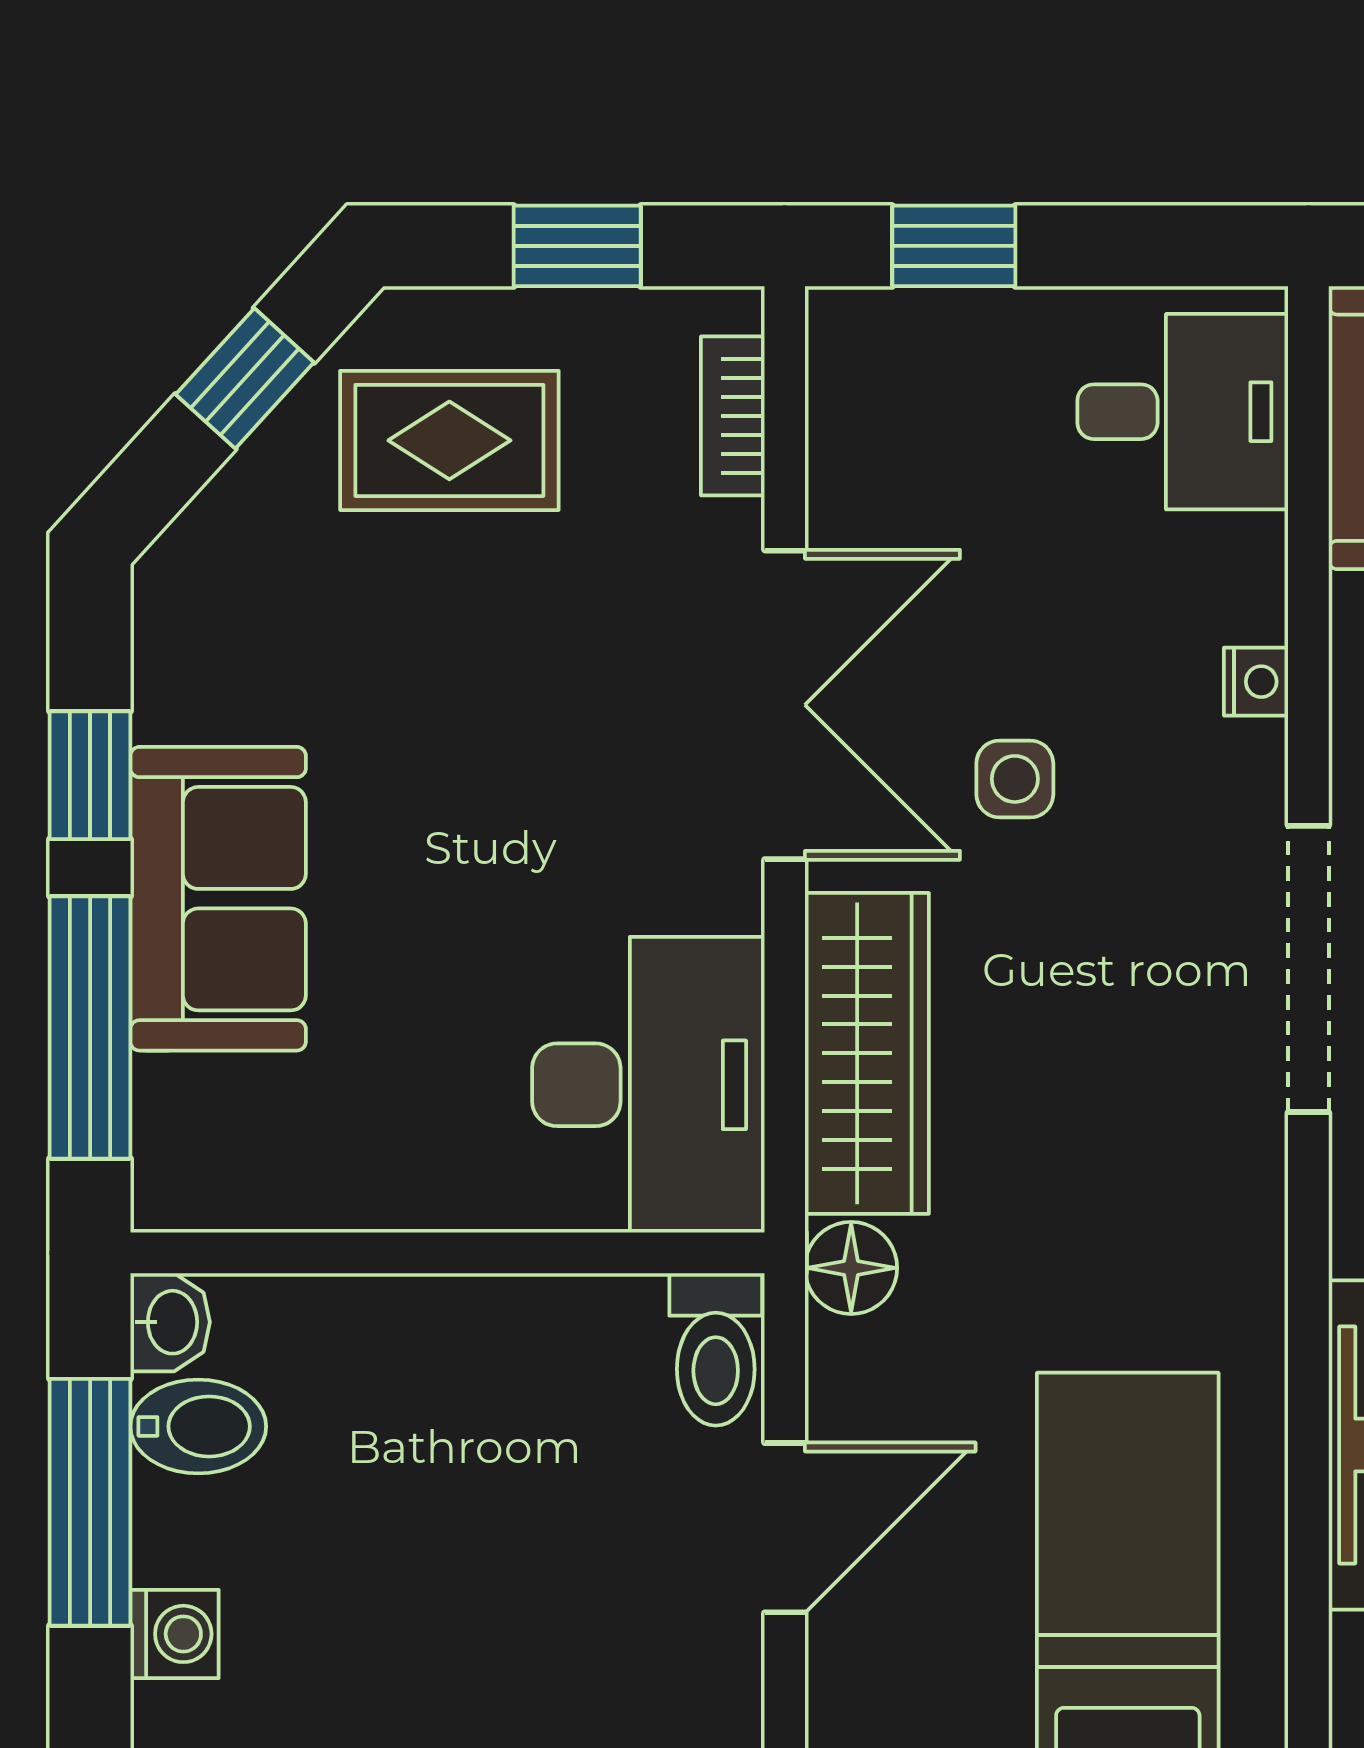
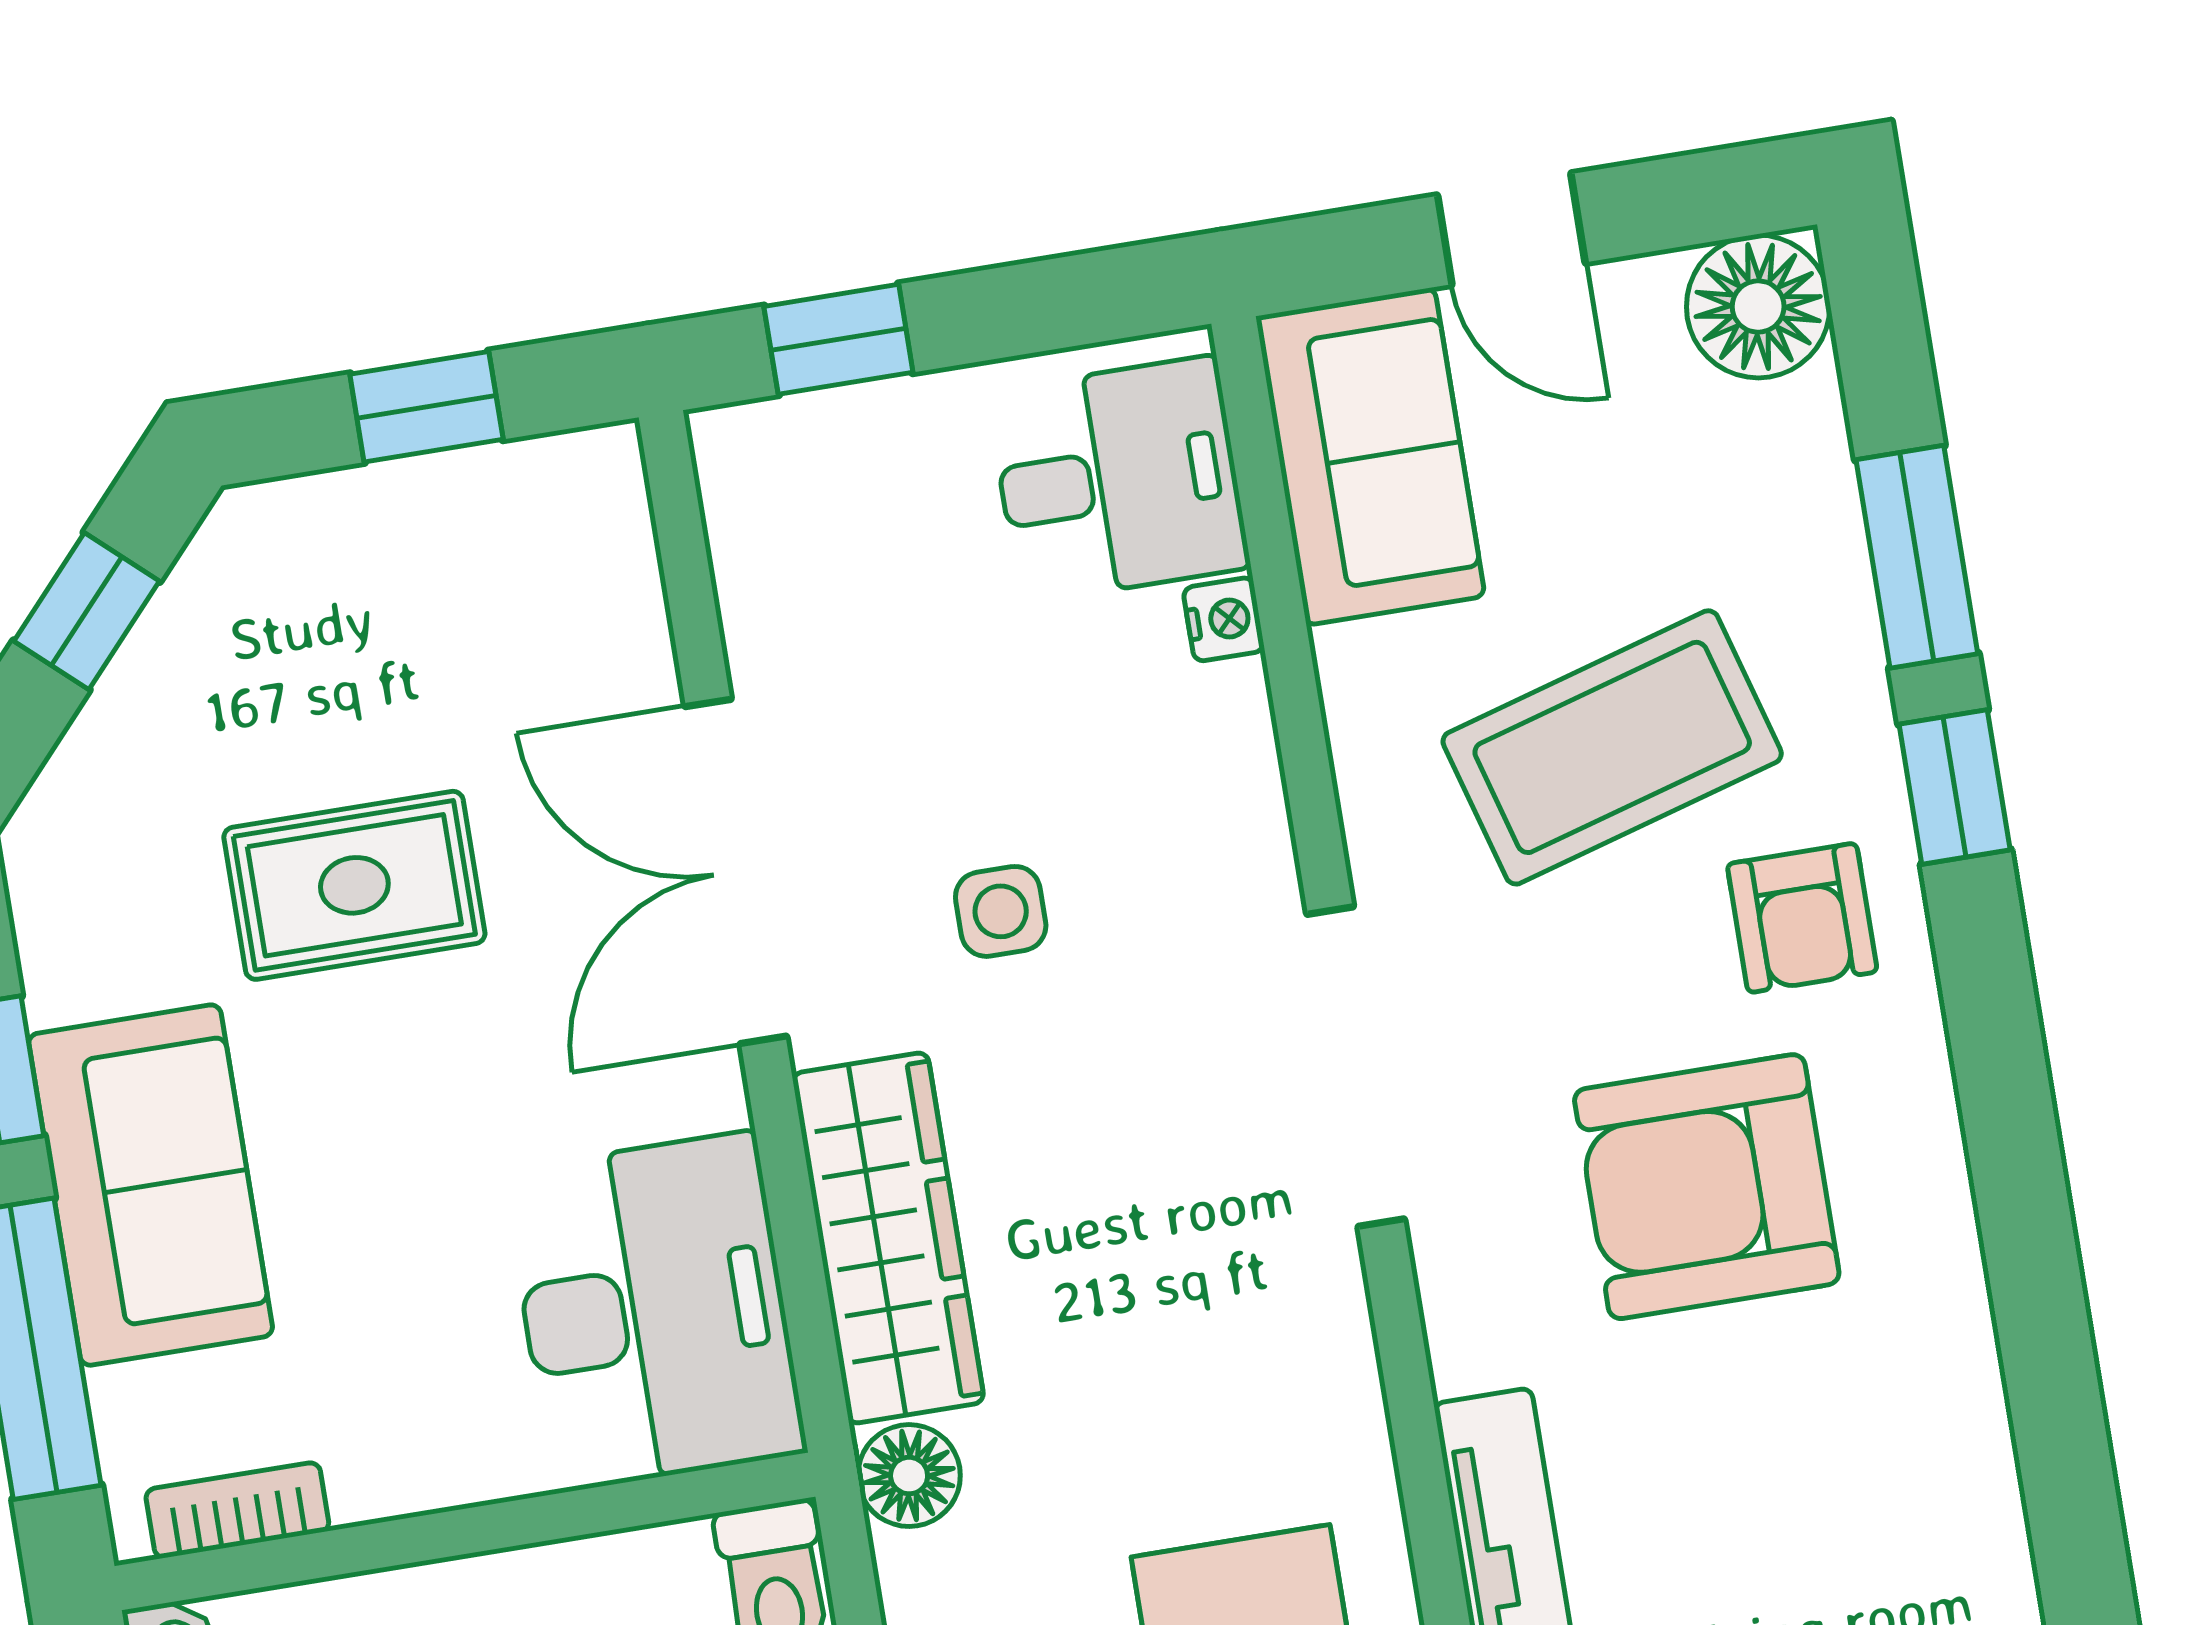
bookcase: (733, 416) -> (237, 1510), moved, turned 90
rug: (449, 440) -> (354, 885), moved
nightstand: (1256, 682) -> (1224, 619), moved
double door: (785, 705) -> (736, 871), swing flipped

